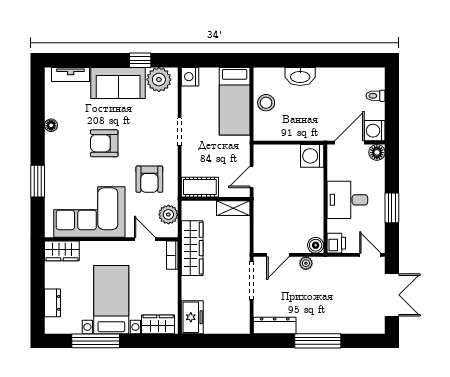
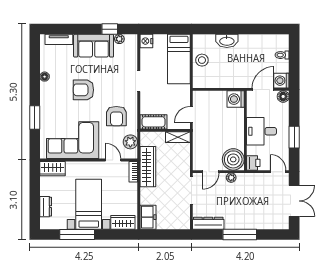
plant: (159, 80) -> (119, 39), width x0.53, depth x0.53
boiler: (316, 245) -> (233, 159), width x1.86, depth x1.86

